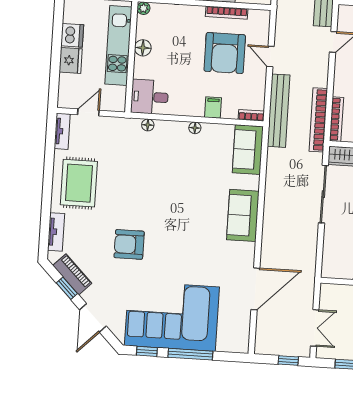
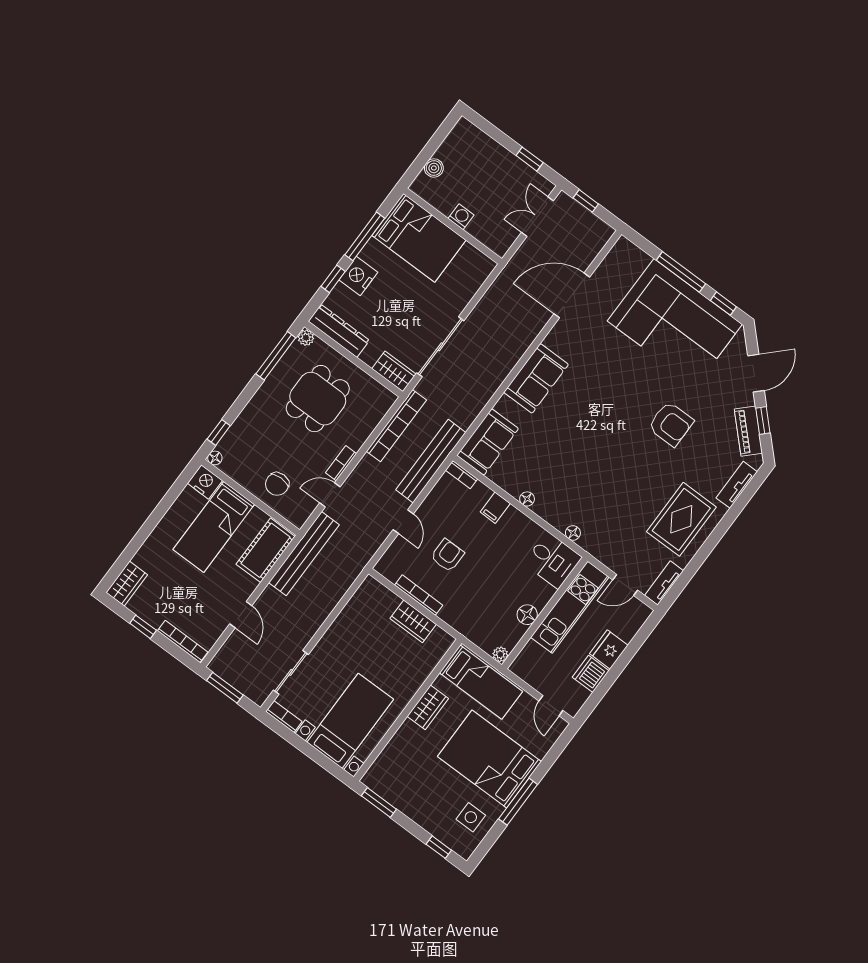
kitchen unit: (118, 46) -> (570, 607), moved
armchair: (225, 53) -> (447, 555), width x0.53, depth x0.53
bookcase: (336, 119) -> (341, 463), moved, width x0.64

